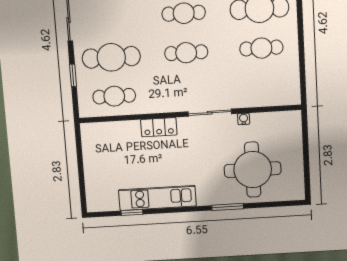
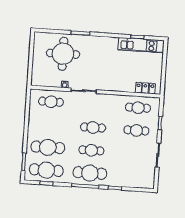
cafe table: (261, 48) -> (51, 102), moved
cafe table: (111, 57) -> (136, 130), width x0.73, depth x0.74
locker: (159, 127) -> (145, 88), moved
kitchen unit: (157, 198) -> (141, 45), moved

